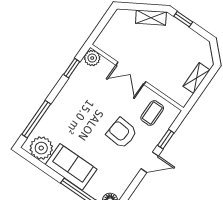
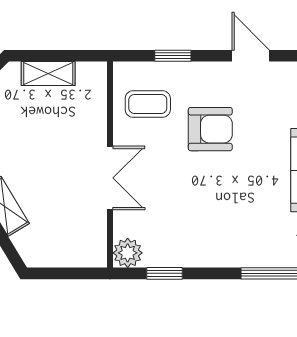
armchair: (122, 133) -> (210, 129), turned -95
door: (150, 162) -> (251, 56), moved

